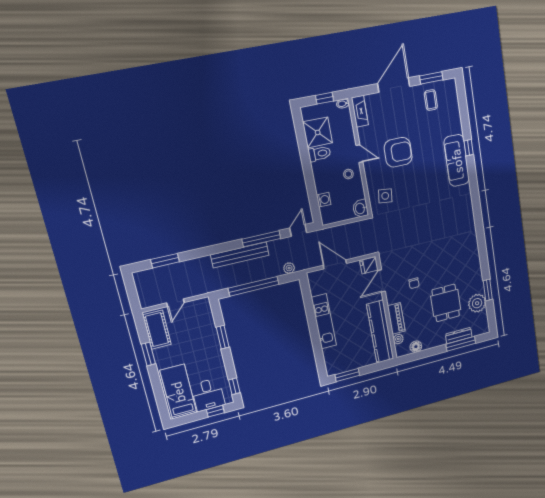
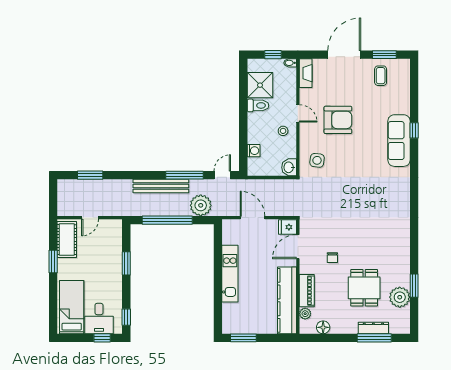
plant: (289, 268) -> (201, 205), width x1.88, depth x1.88

